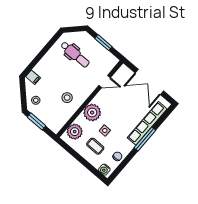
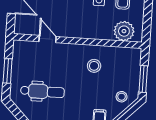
dental chair: (75, 54) -> (42, 91), turned 90
plant: (92, 113) -> (90, 28), removed

